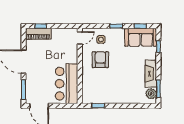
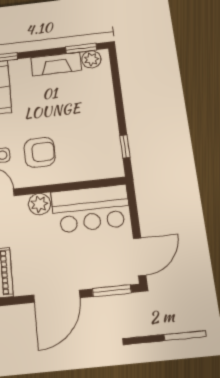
plant: (72, 57) -> (39, 204), added
armchair: (100, 60) -> (40, 152), turned 180

